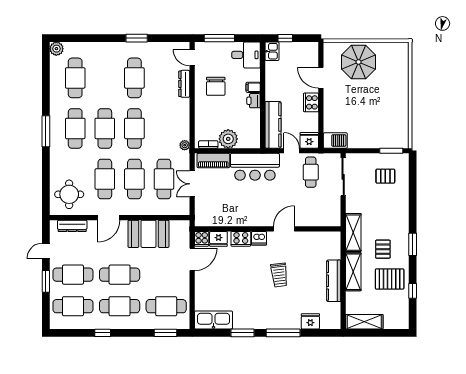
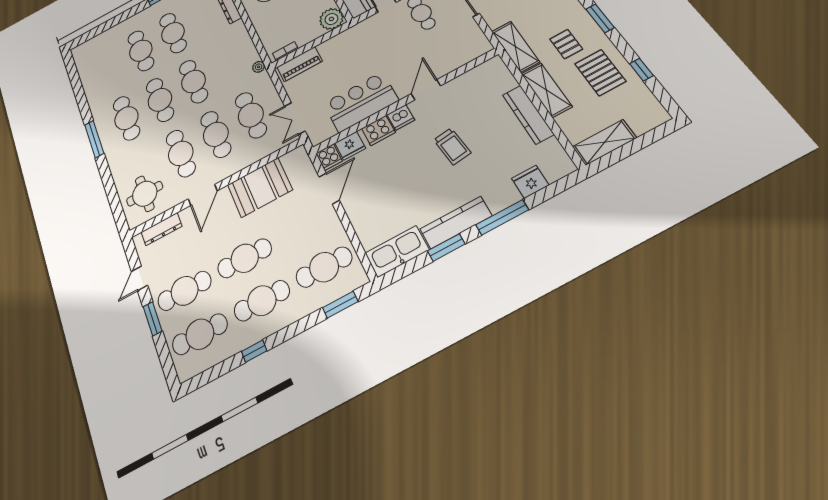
plant: (56, 49) -> (79, 52), removed
cafe table: (75, 78) -> (141, 51), moved
plant: (228, 139) -> (331, 19), moved
bar counter: (255, 167) -> (361, 102), moved, turned 180
double door: (192, 184) -> (295, 119), moved
pallet: (390, 279) -> (600, 73), turned 90
kitchen counter: (256, 322) -> (456, 222), added

